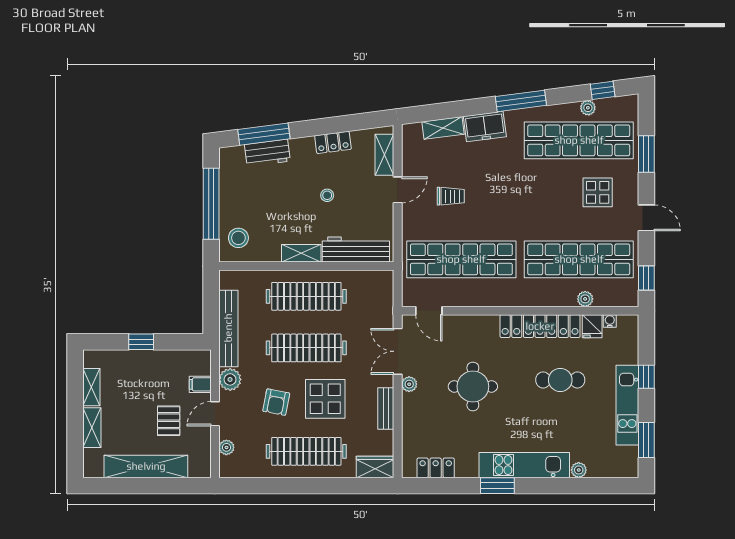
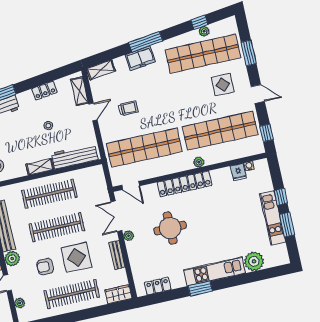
window: (603, 90) -> (199, 22), moved
window: (521, 101) -> (146, 42), moved
shelving: (443, 128) -> (101, 70), moved
plant: (585, 299) -> (199, 162), moved
locker: (540, 326) -> (184, 184), moved
cafe table: (560, 380) -> (226, 211), removed
armchair: (276, 402) -> (45, 267), turned 79
window: (646, 440) -> (287, 225), moved
plant: (579, 470) -> (254, 261), width x1.87, depth x1.87

